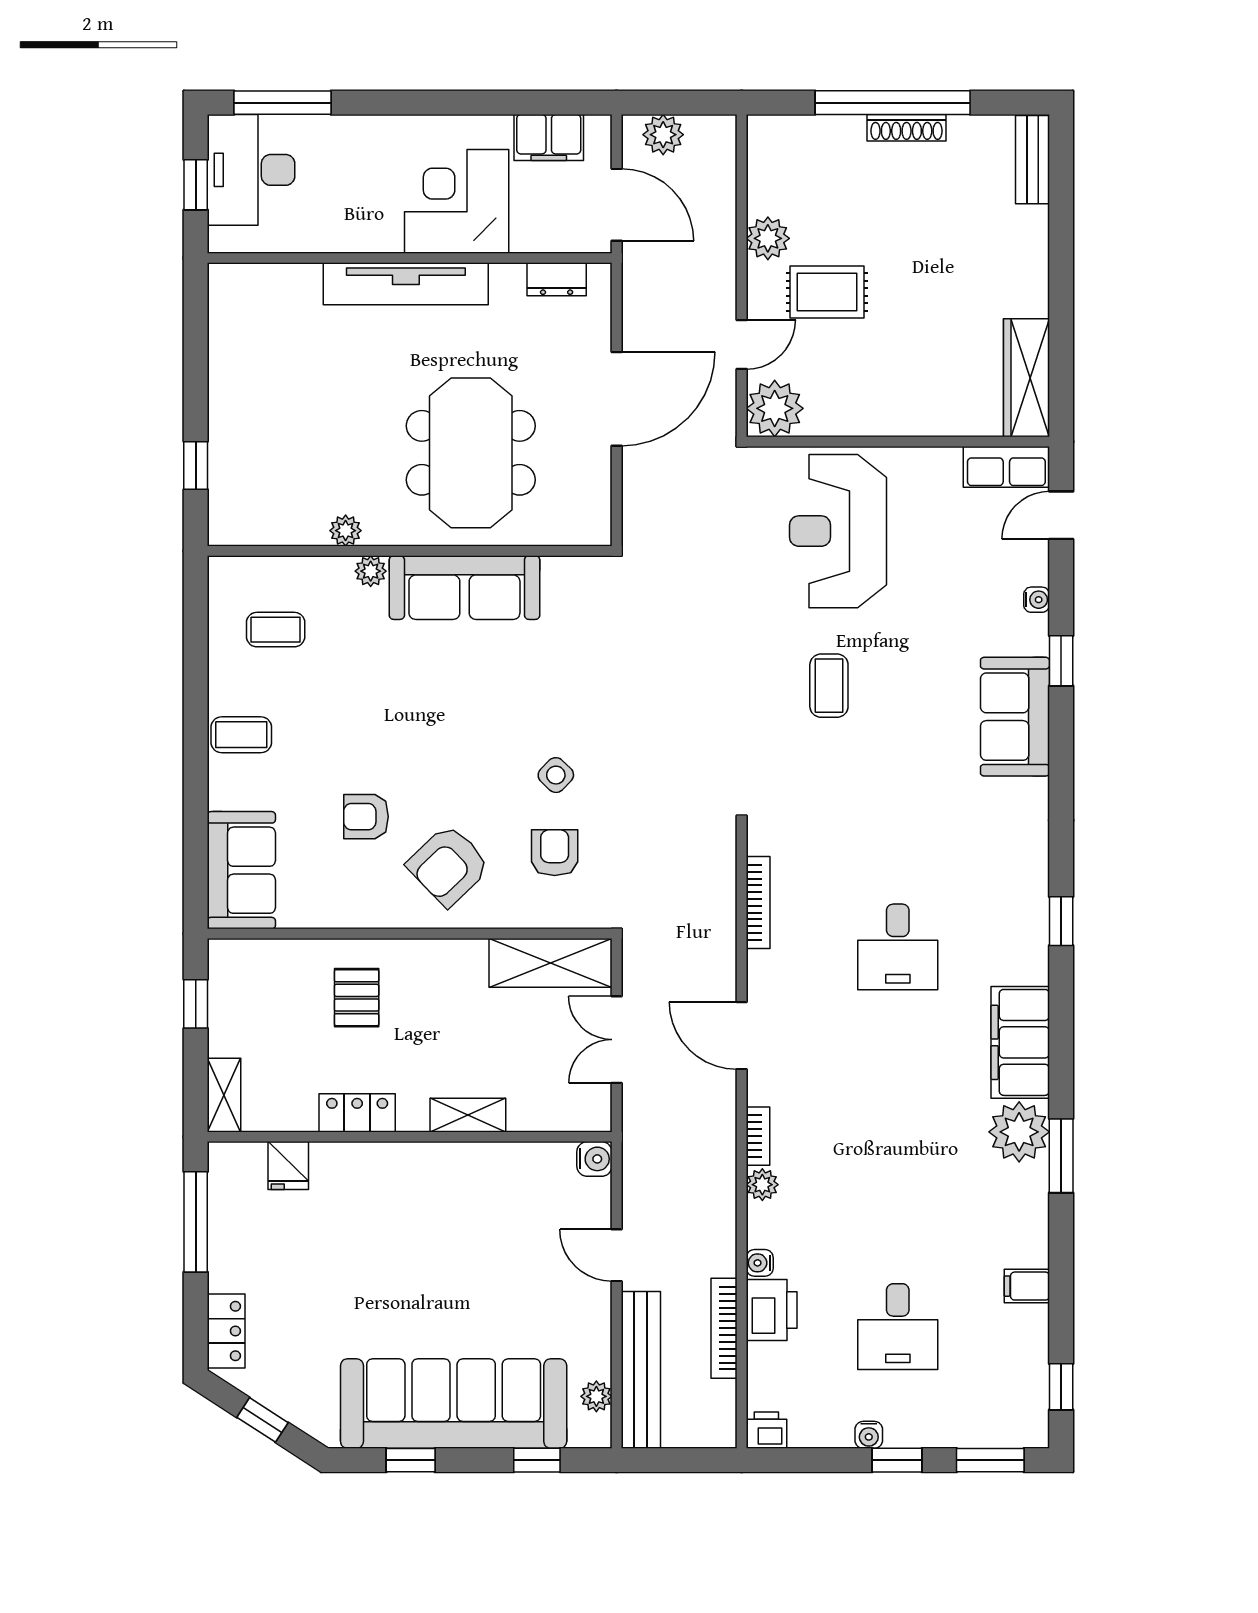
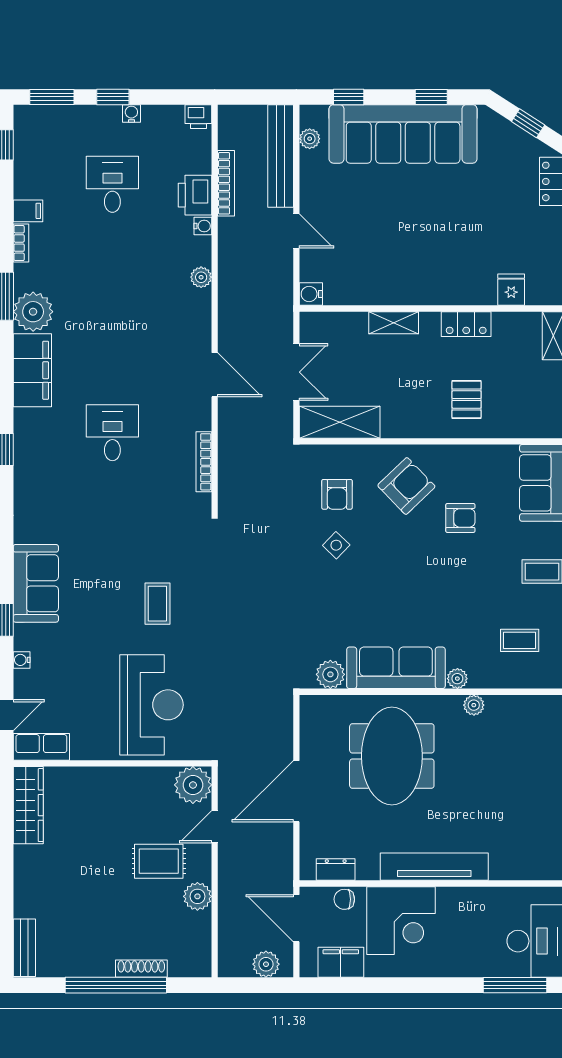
shoe rack: (907, 128) -> (141, 969), moved
chair: (543, 234) -> (344, 899), added
plant: (565, 577) -> (330, 674), added
bookcase: (758, 1136) -> (21, 243), moved, turned 180

